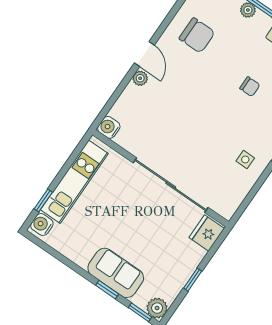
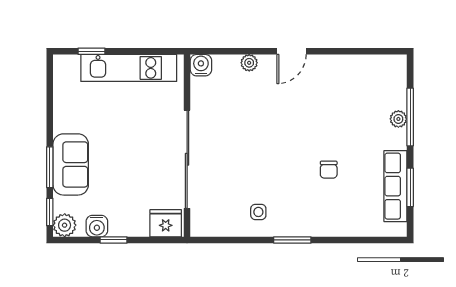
chair: (197, 35) -> (342, 88), removed
plant: (140, 78) -> (249, 63), moved
water cooler: (42, 225) -> (97, 226), moved, turned 180
window: (107, 290) -> (50, 167), width x1.50

